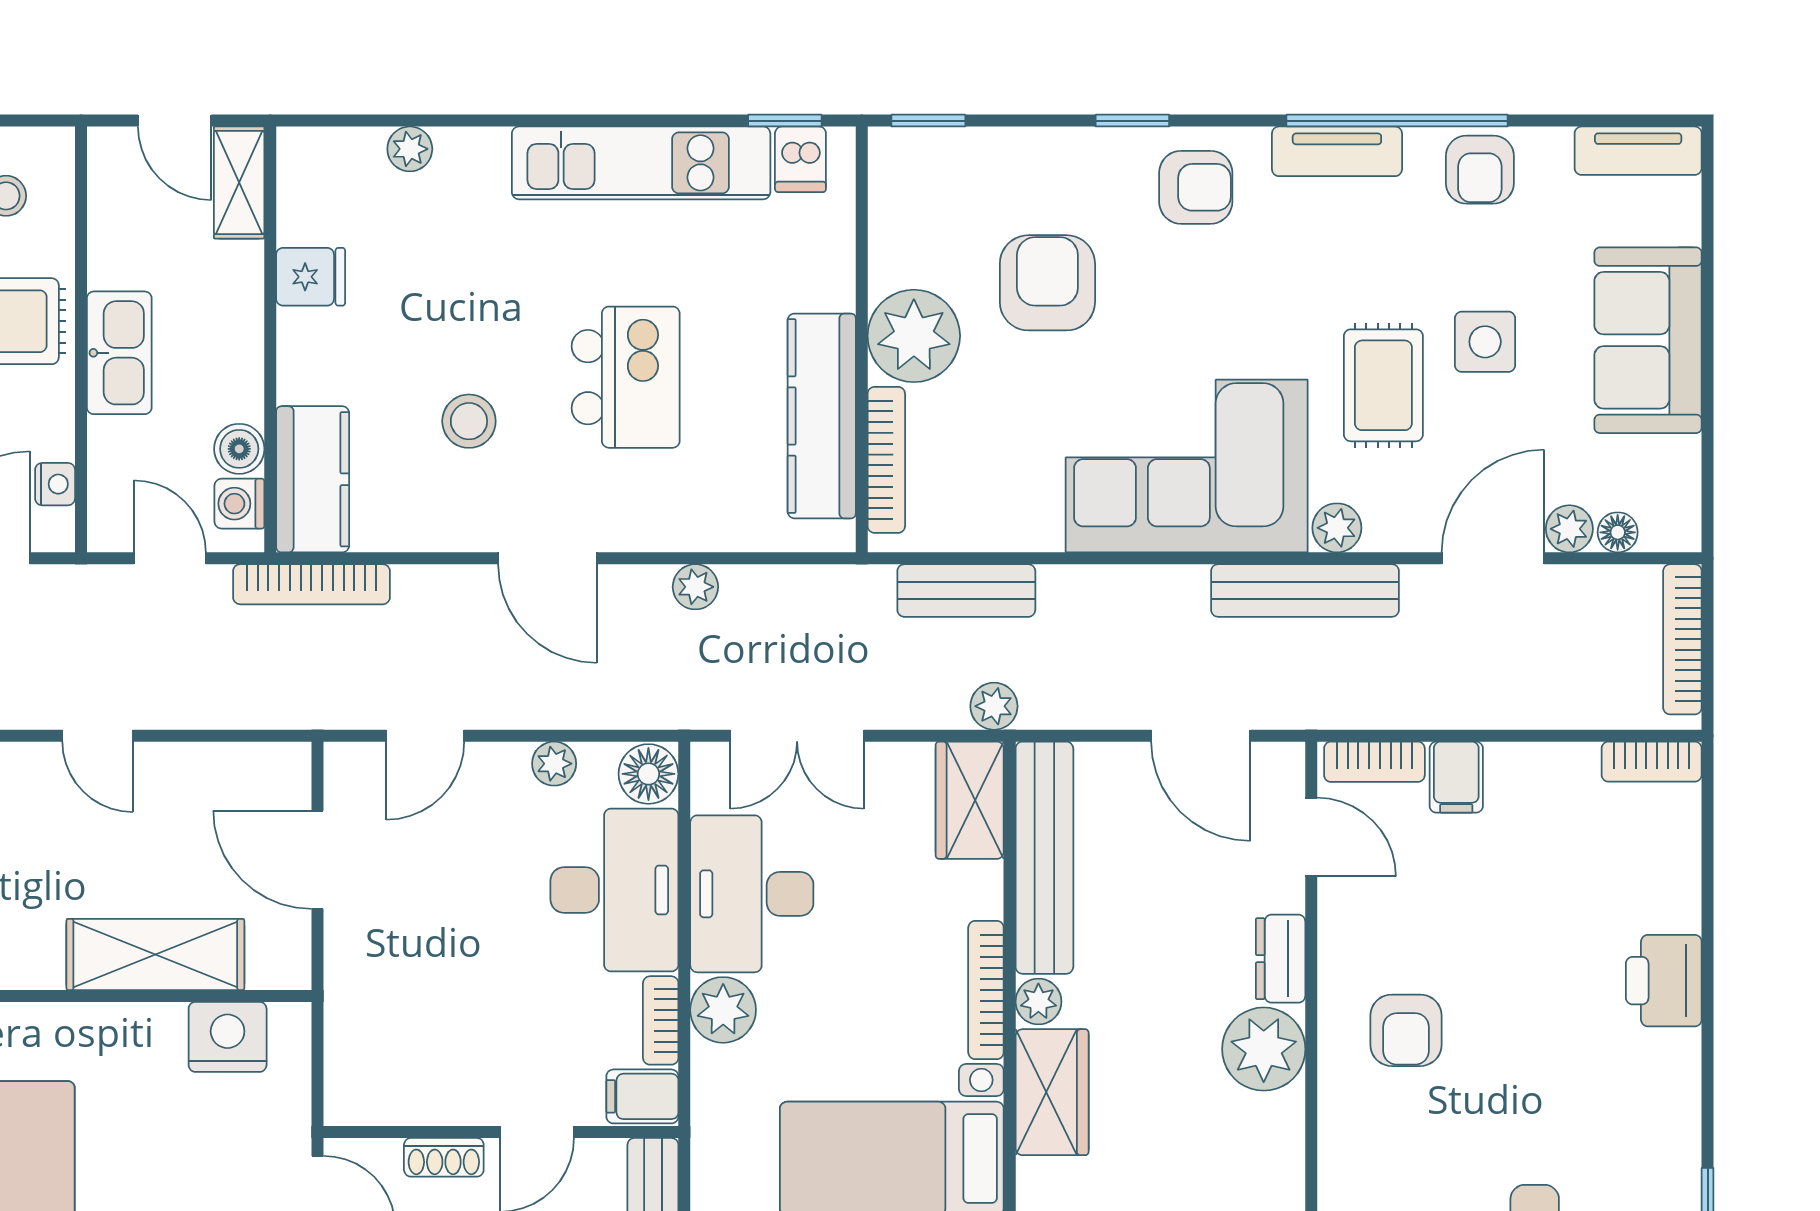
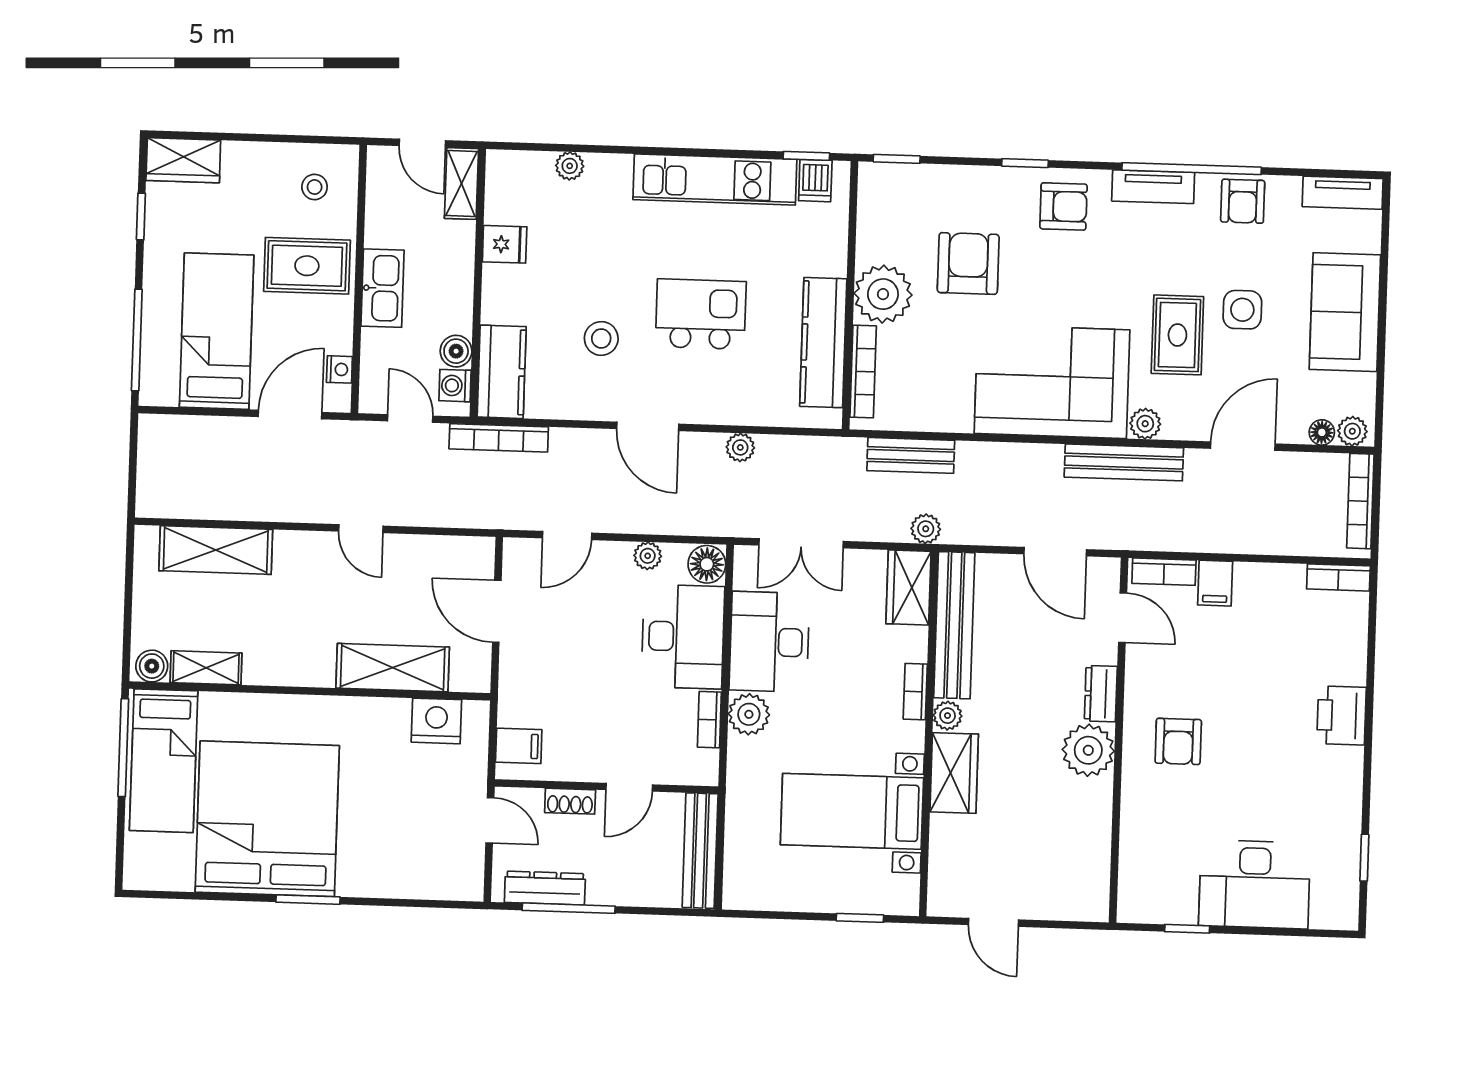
kitchen island: (626, 377) -> (701, 314), turned -90
plant: (1569, 529) -> (1352, 431), moved
bookcase: (986, 990) -> (915, 692), width x0.64
filing cabinet: (642, 1096) -> (519, 746), moved, turned 180

